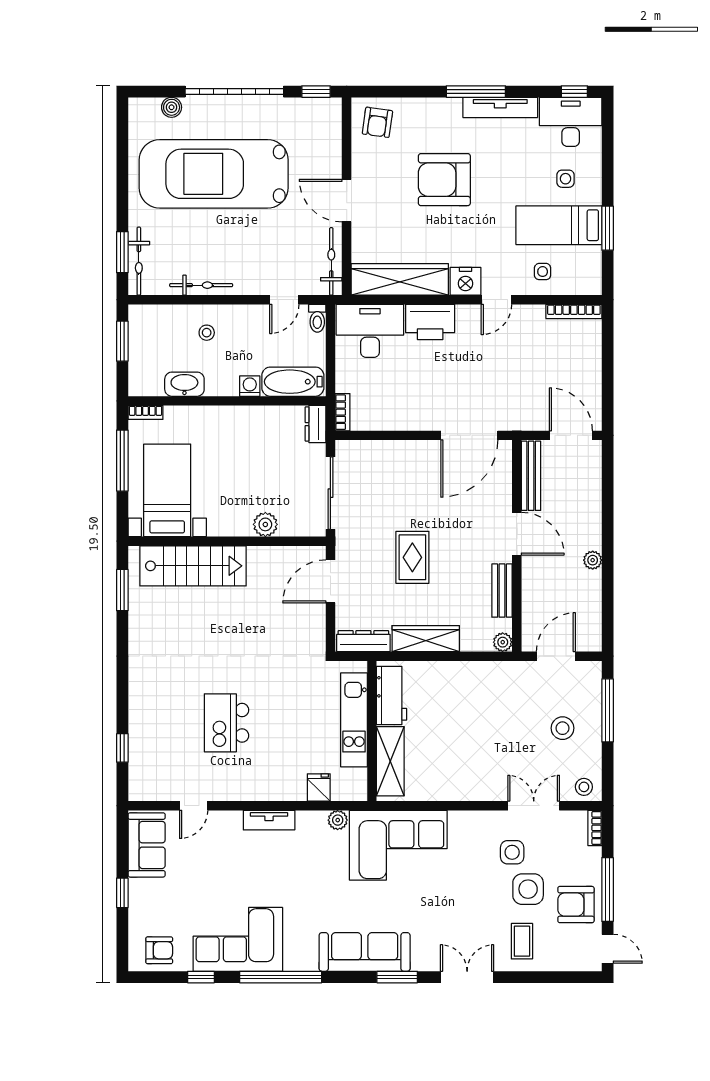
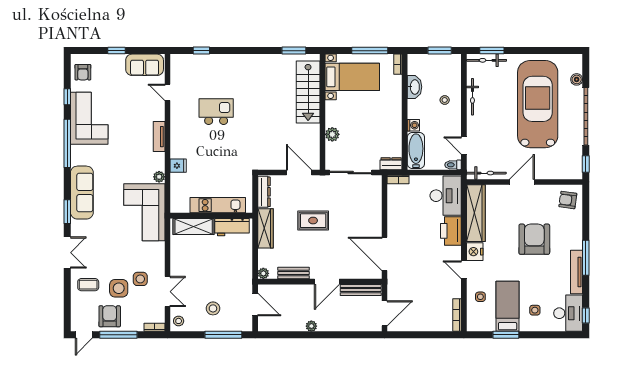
workbench: (392, 696) -> (232, 227), moved
kitchen unit: (354, 720) -> (218, 205), moved
wall: (372, 731) -> (211, 216), moved
shelving: (390, 761) -> (194, 226), moved

